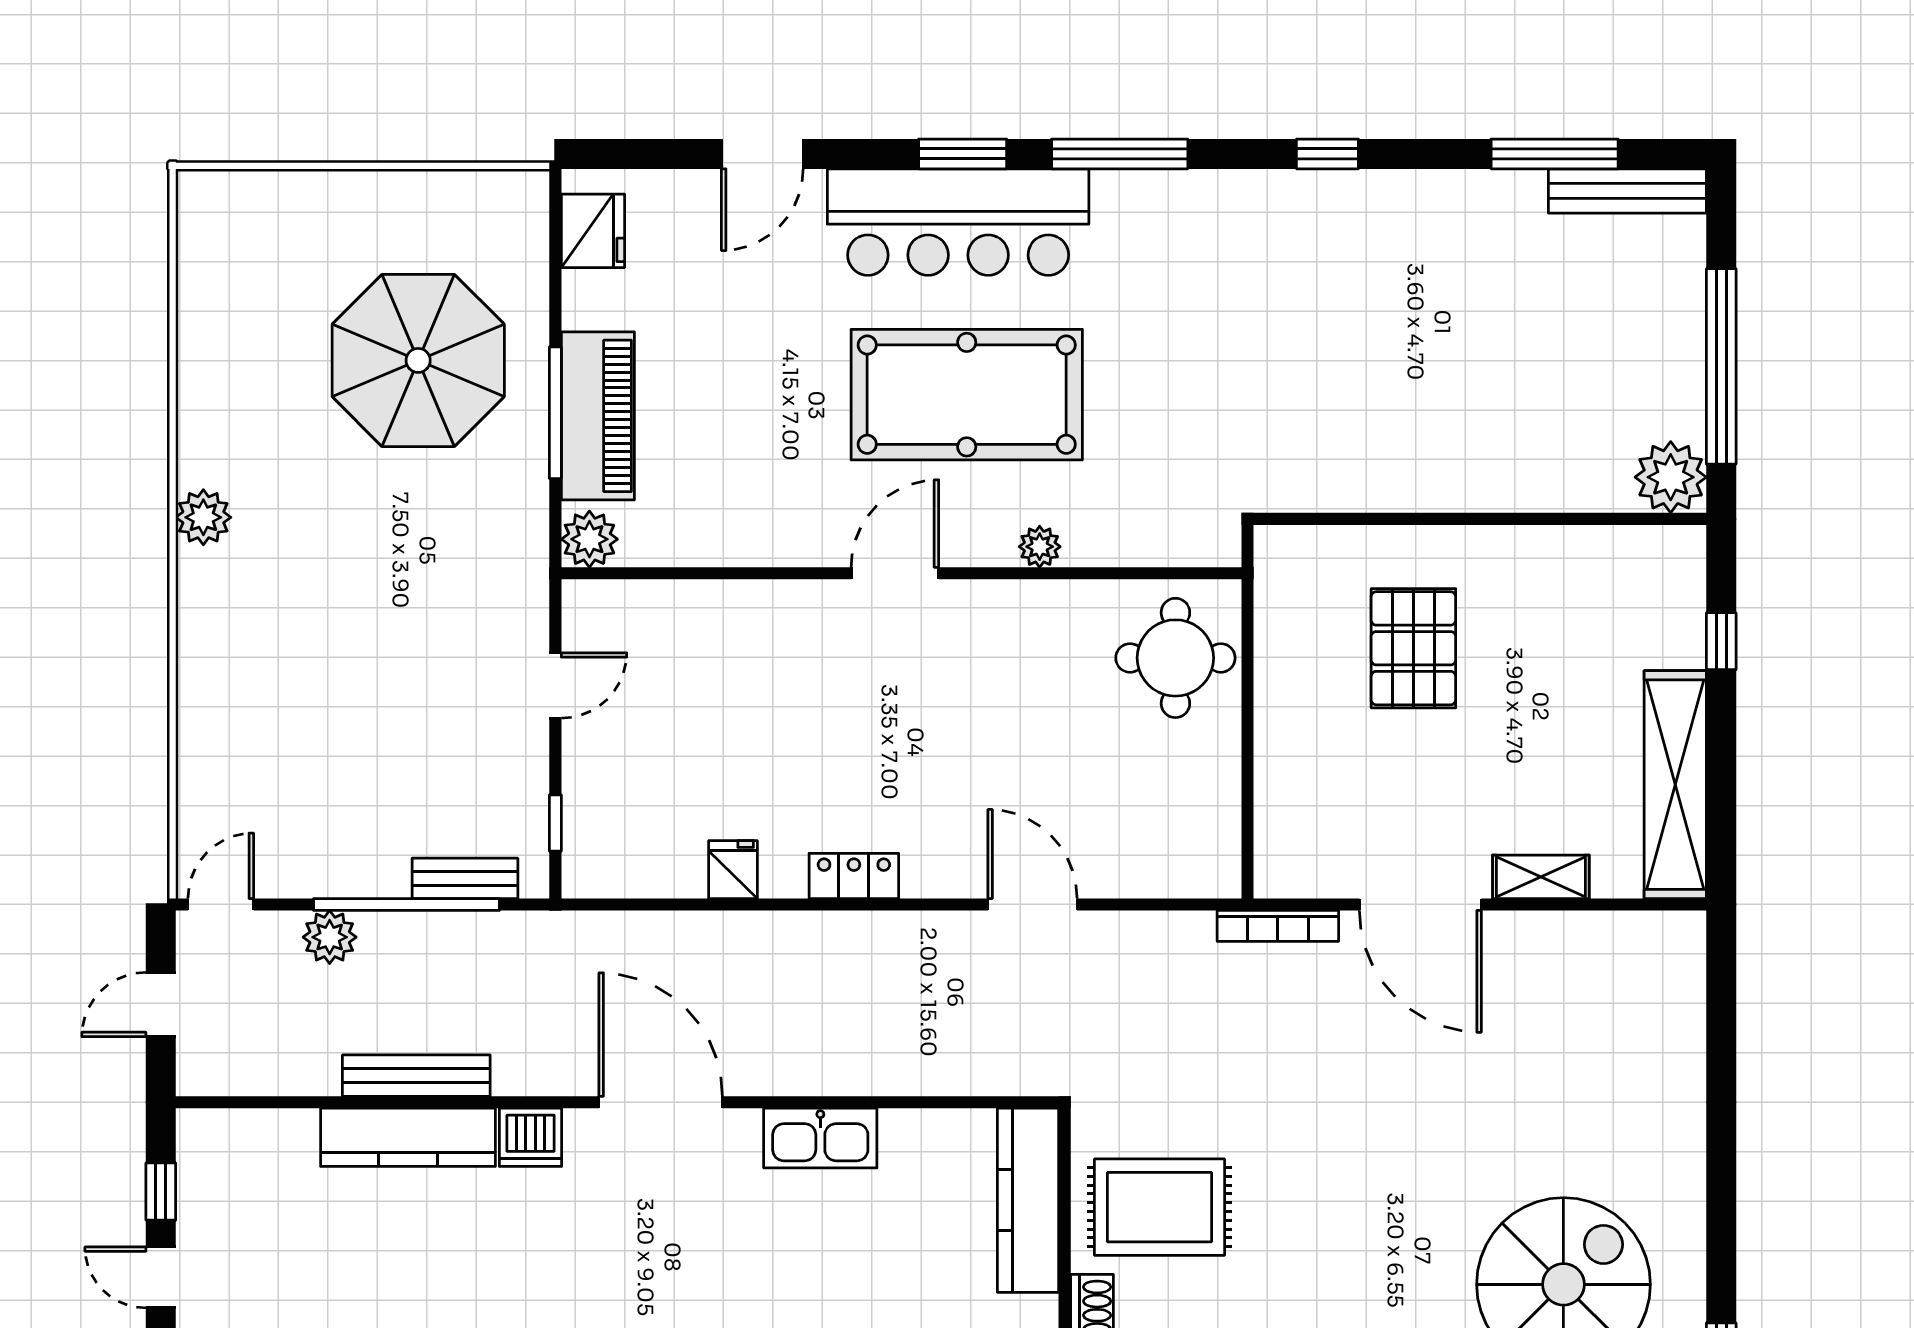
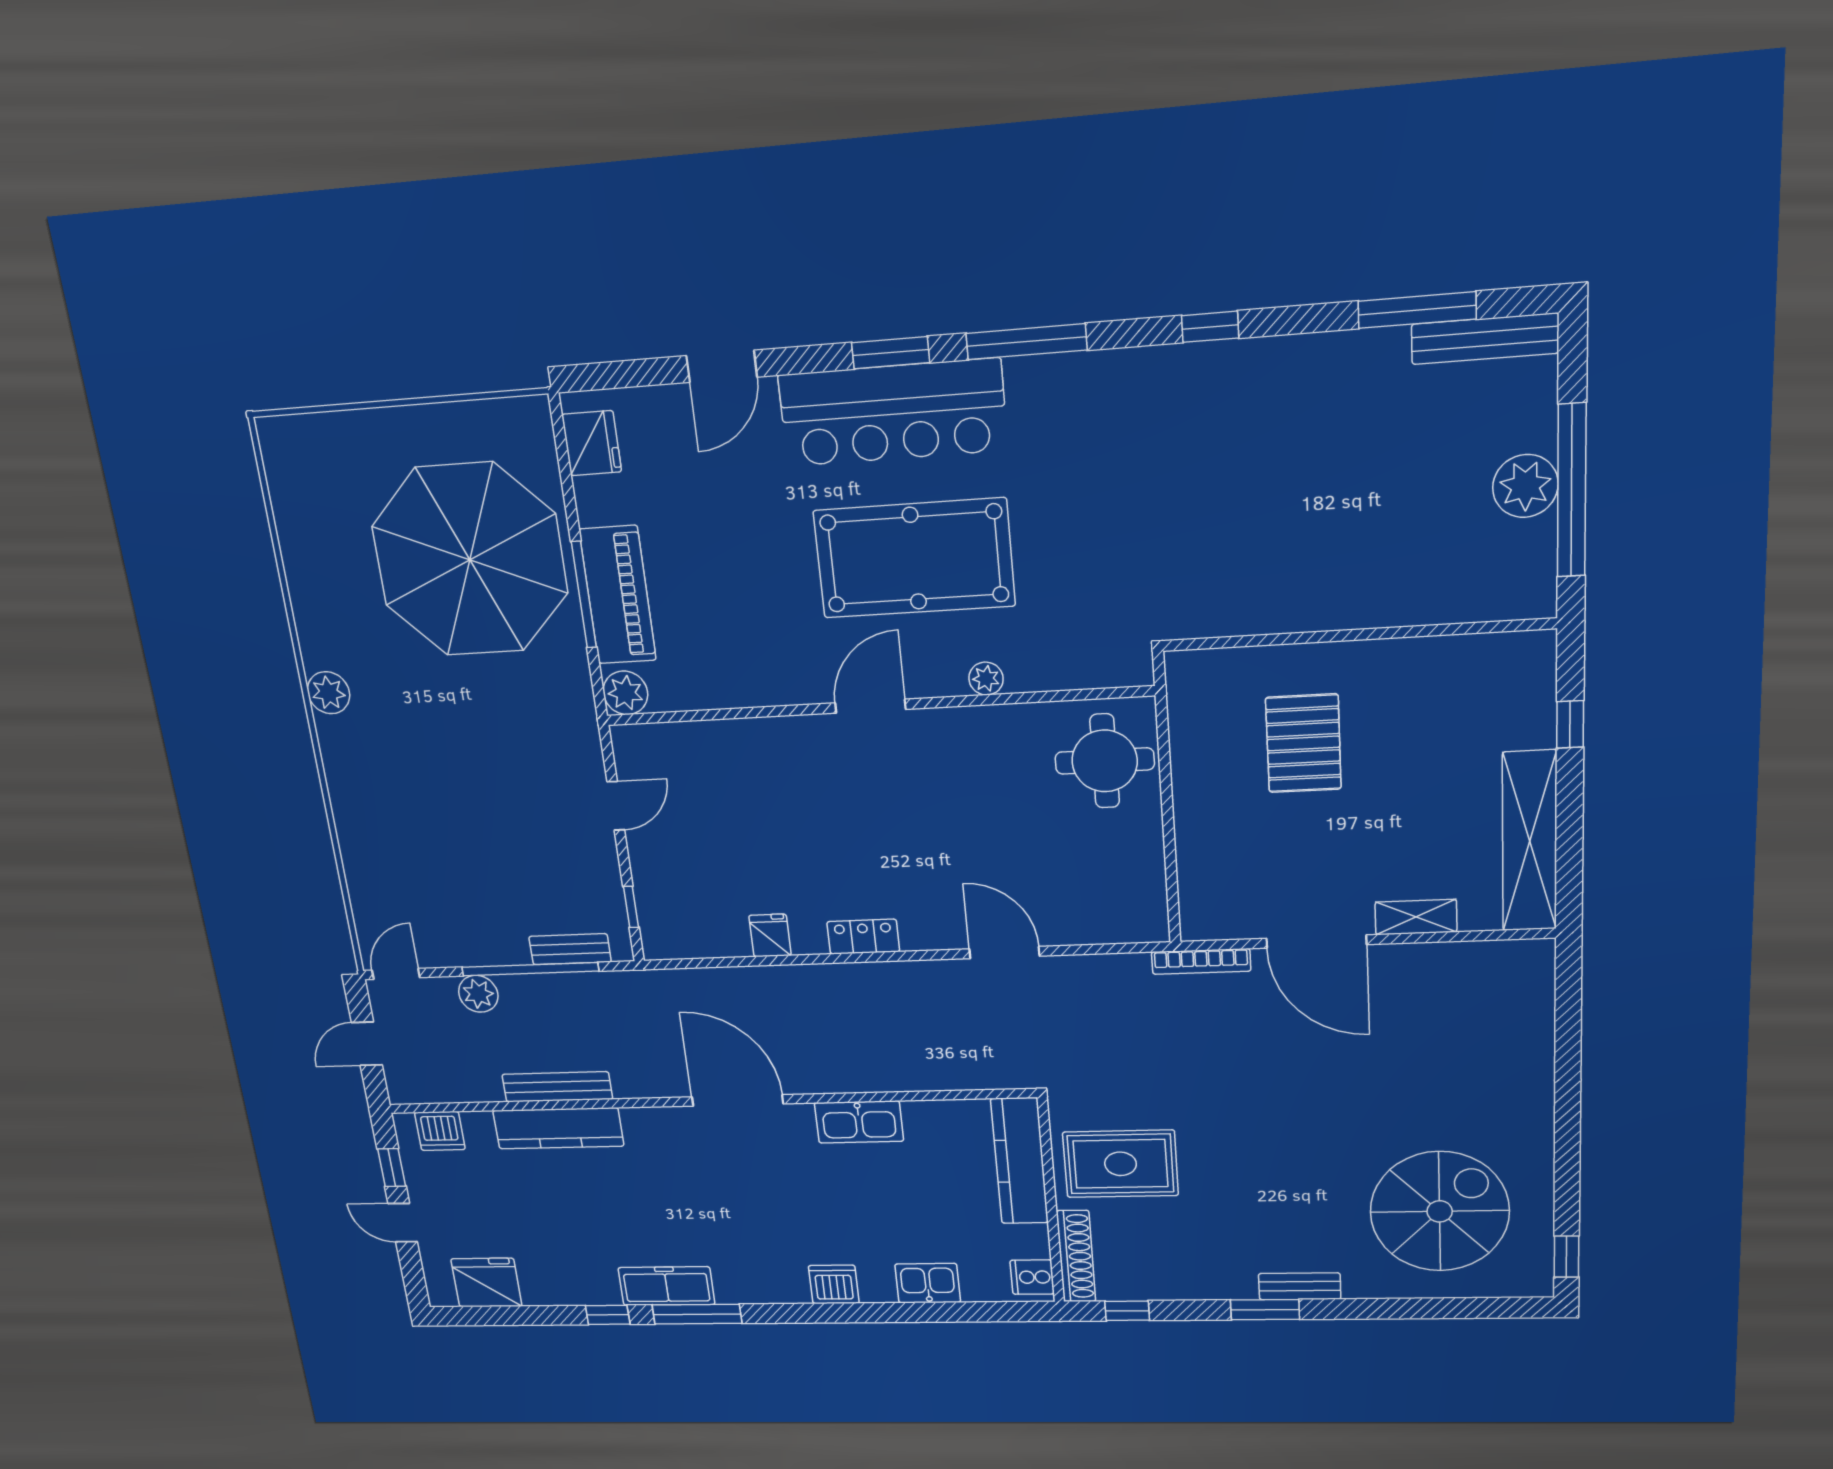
parasol: (418, 360) -> (470, 560), width x1.36, depth x1.36
plant: (1671, 477) -> (1525, 486), moved
dishwasher: (531, 1137) -> (440, 1131), moved

